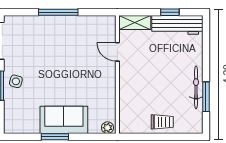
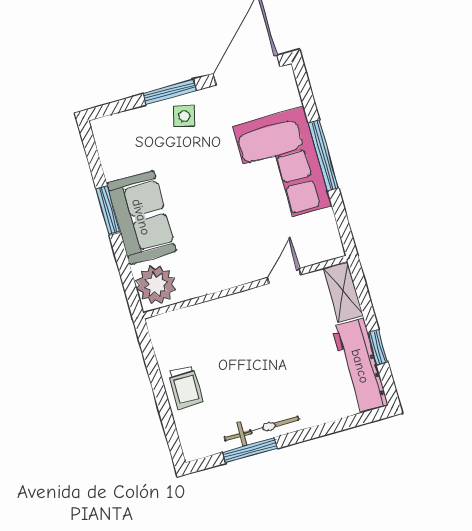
corner sofa: (58, 36) -> (282, 166), added
plant: (108, 128) -> (156, 285), width x1.88, depth x1.88

